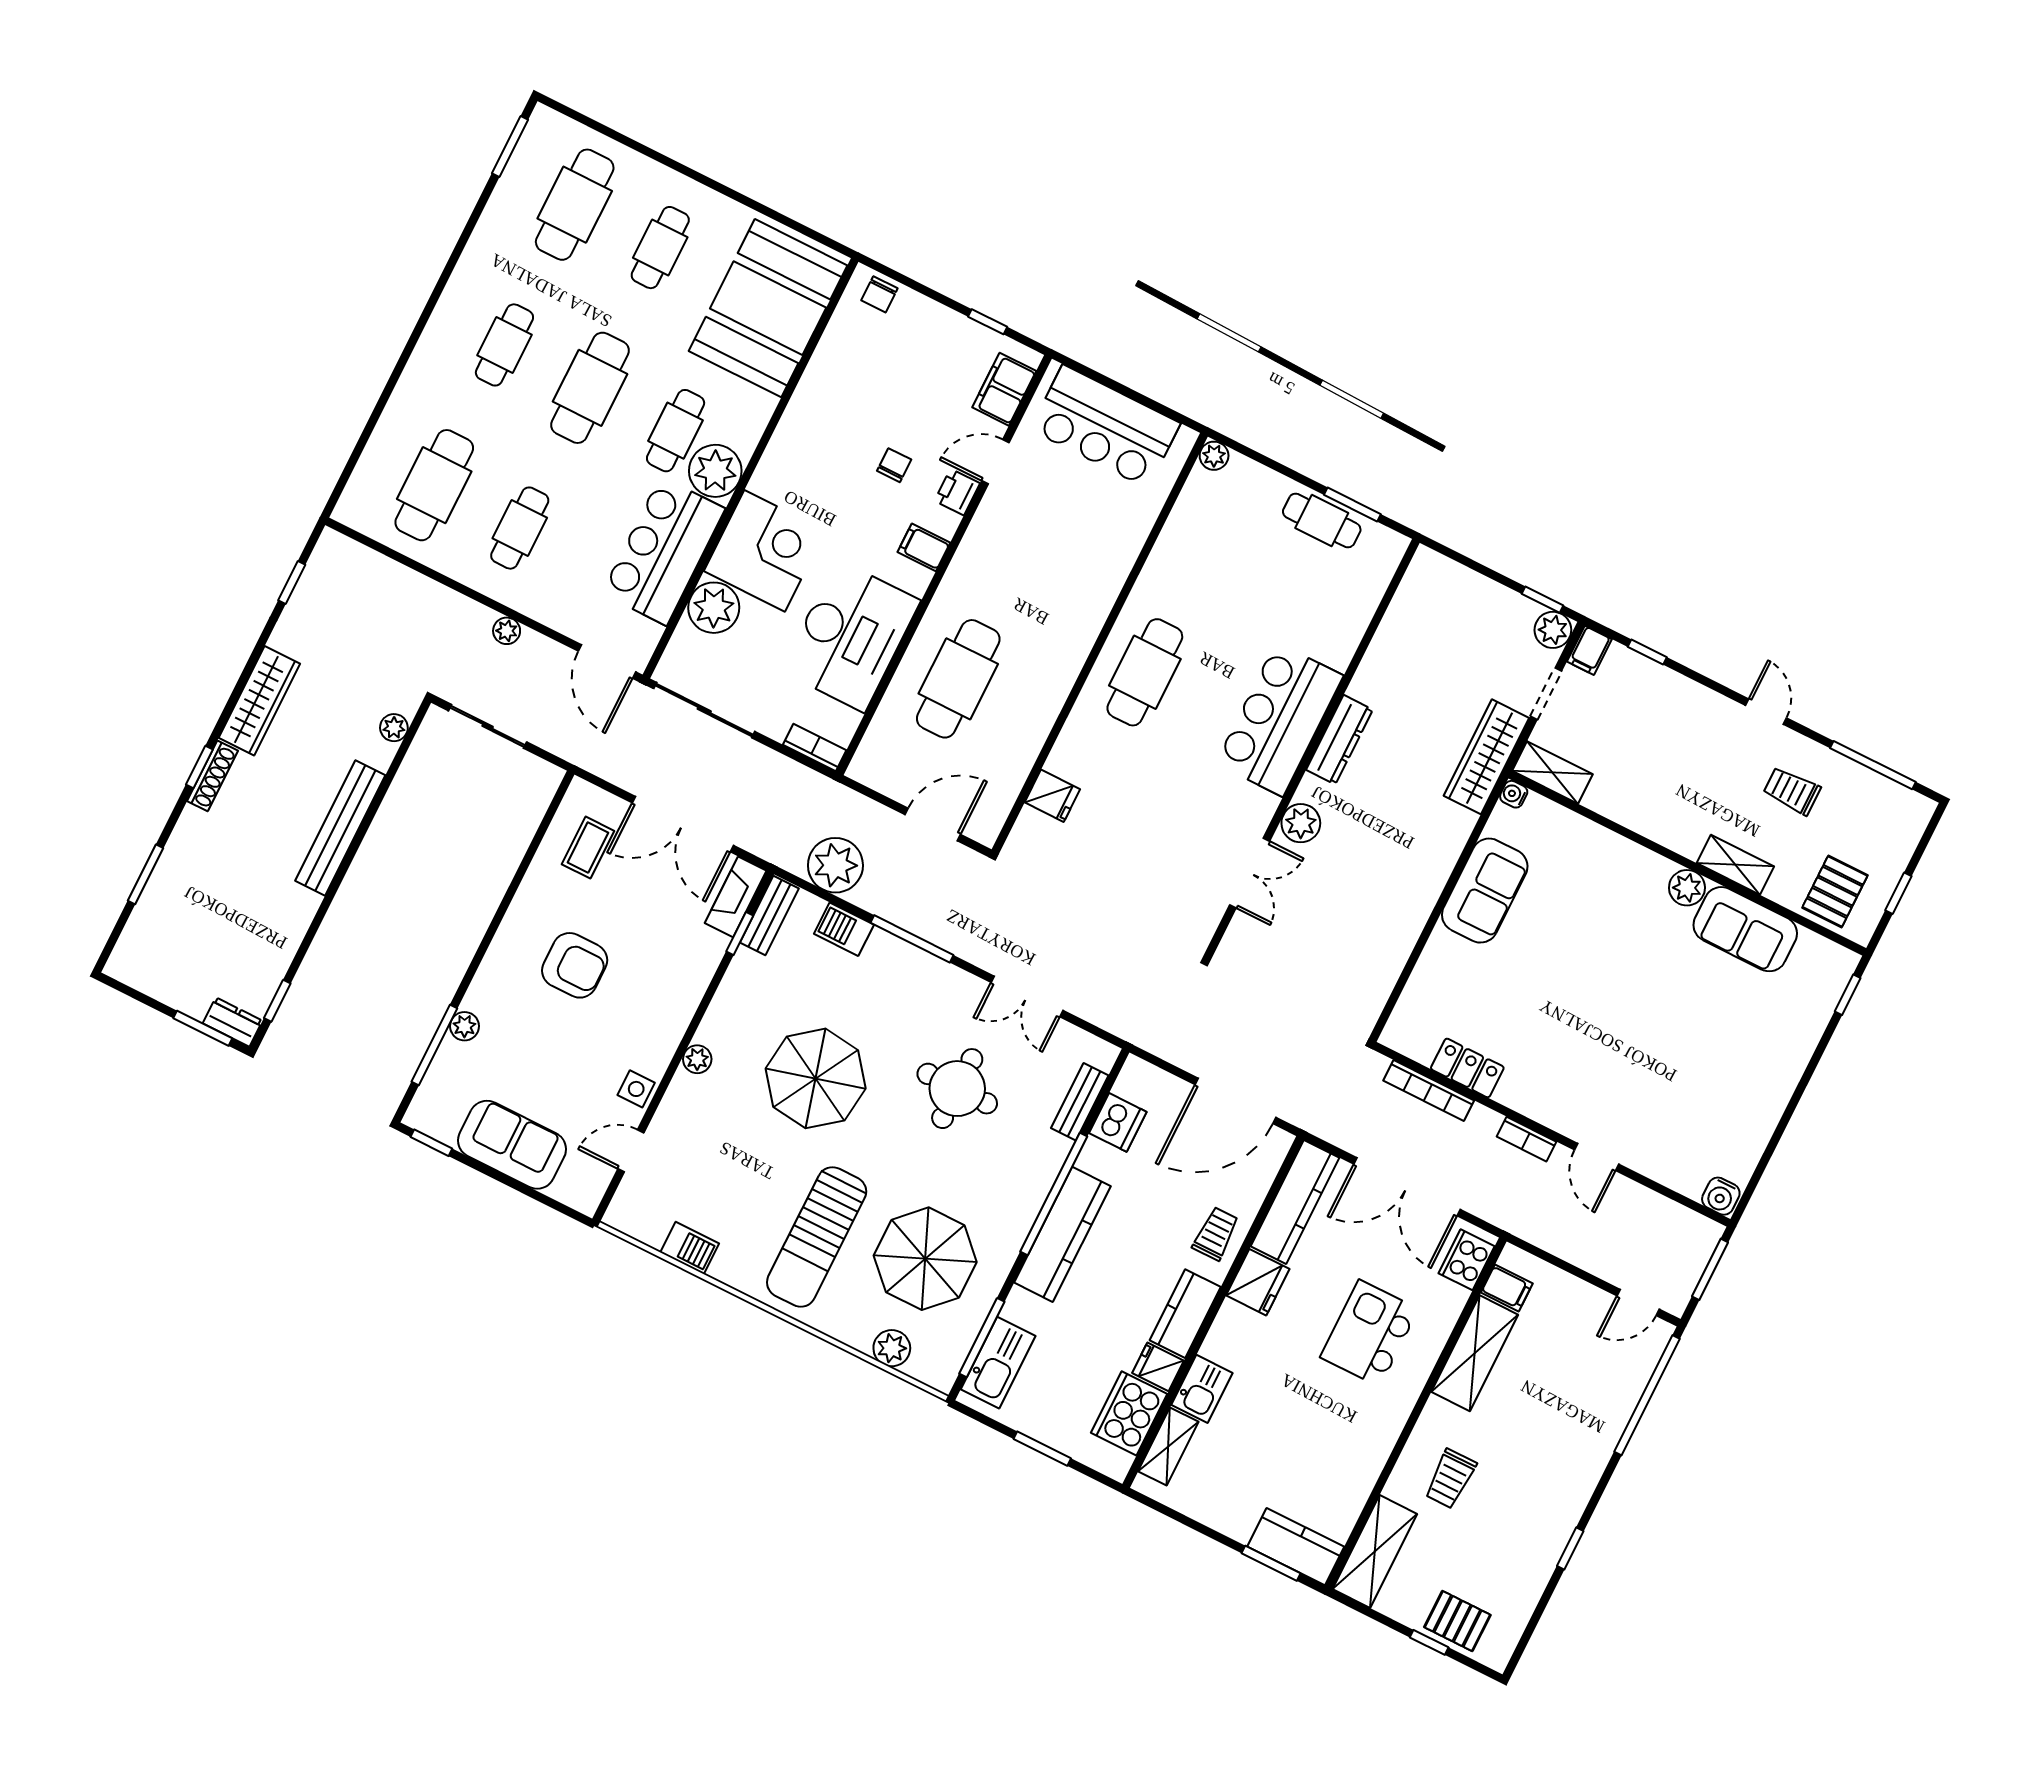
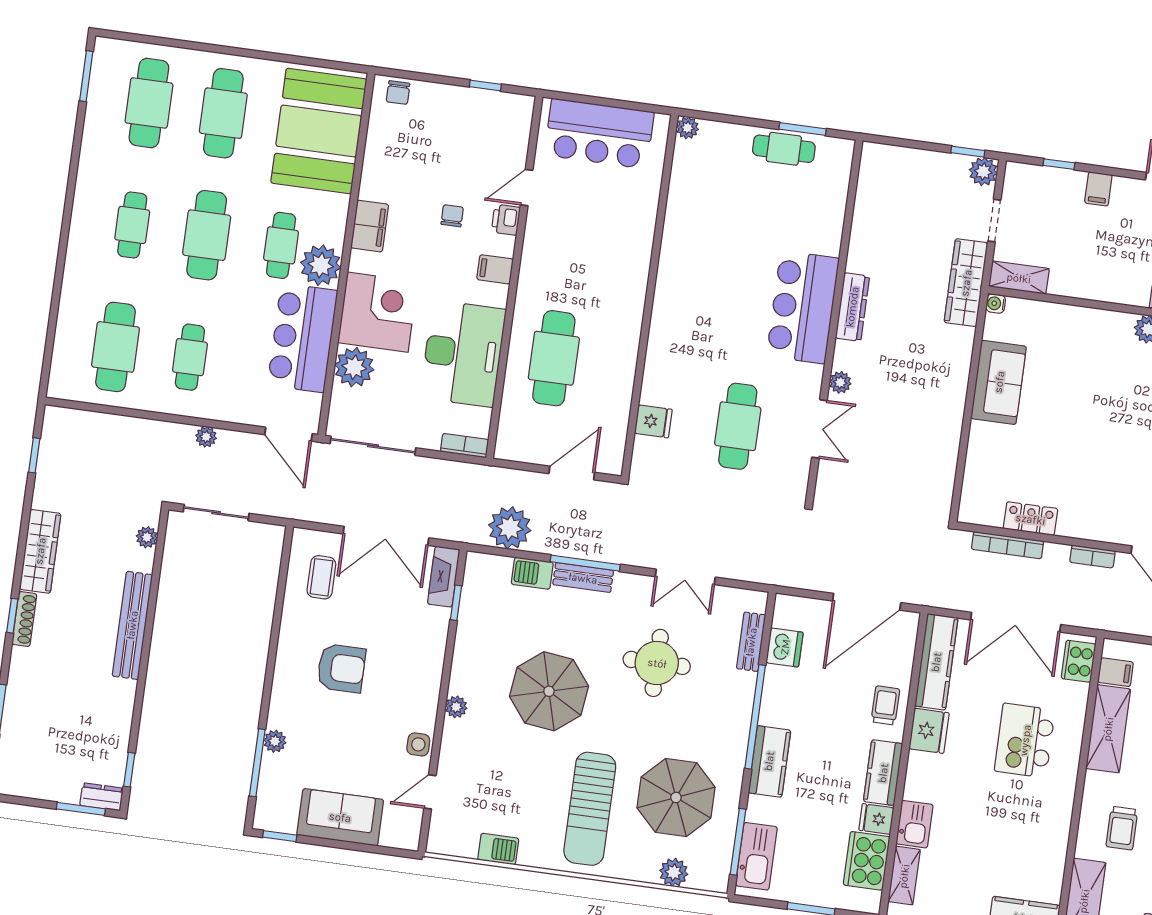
cafe table: (660, 248) -> (223, 113), width x1.37, depth x1.35
filing cabinet: (1004, 389) -> (370, 226), moved, turned 180
filing cabinet: (1589, 650) -> (1098, 189), moved
cafe table: (1145, 672) -> (738, 426), moved
plant: (1301, 823) -> (840, 382), width x0.73, depth x0.73
bench: (769, 916) -> (583, 578), moved, turned 90
kitchen counter: (1062, 1234) -> (769, 761), width x0.67

